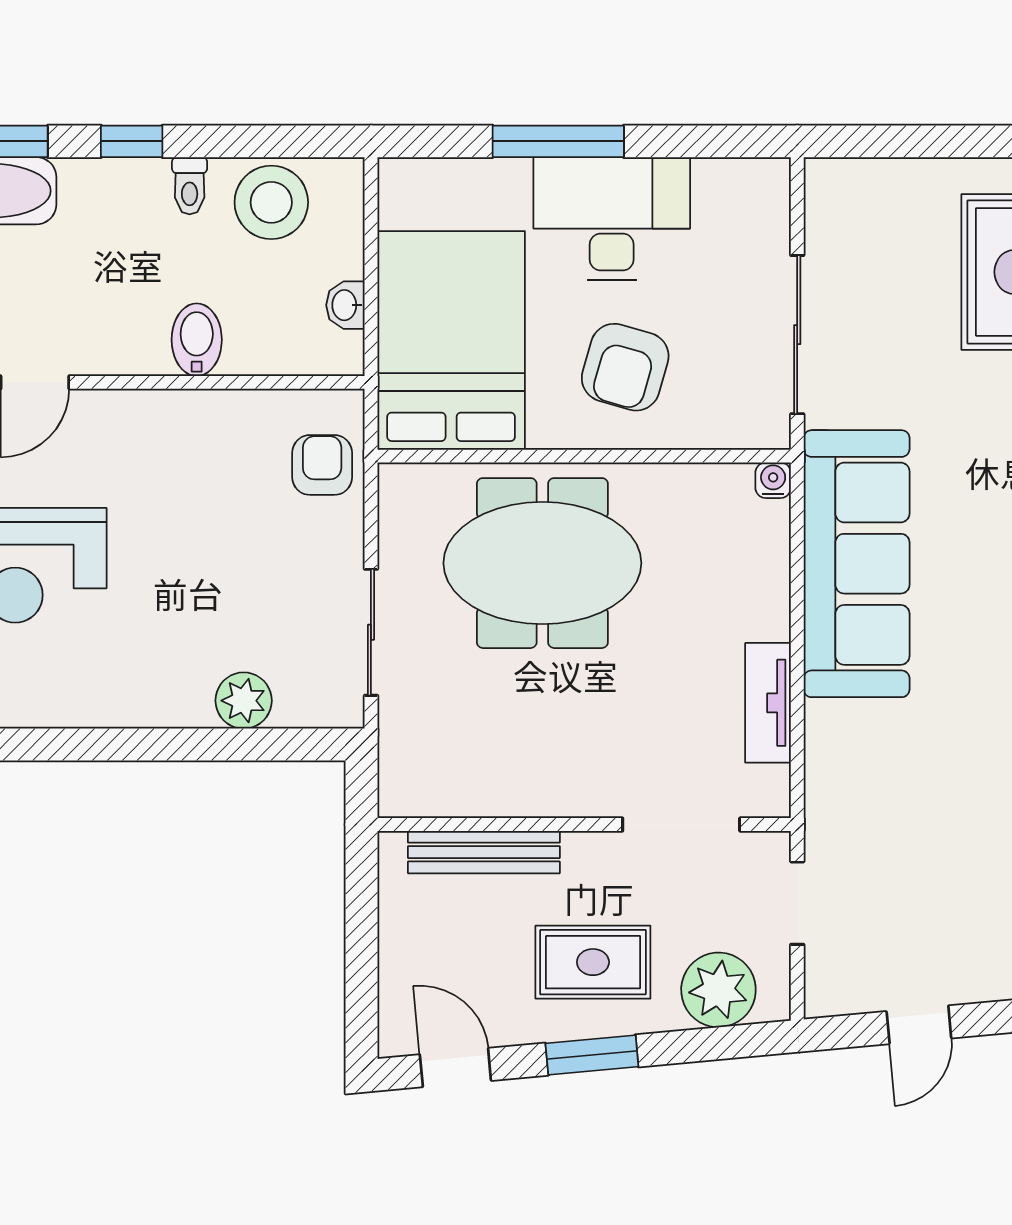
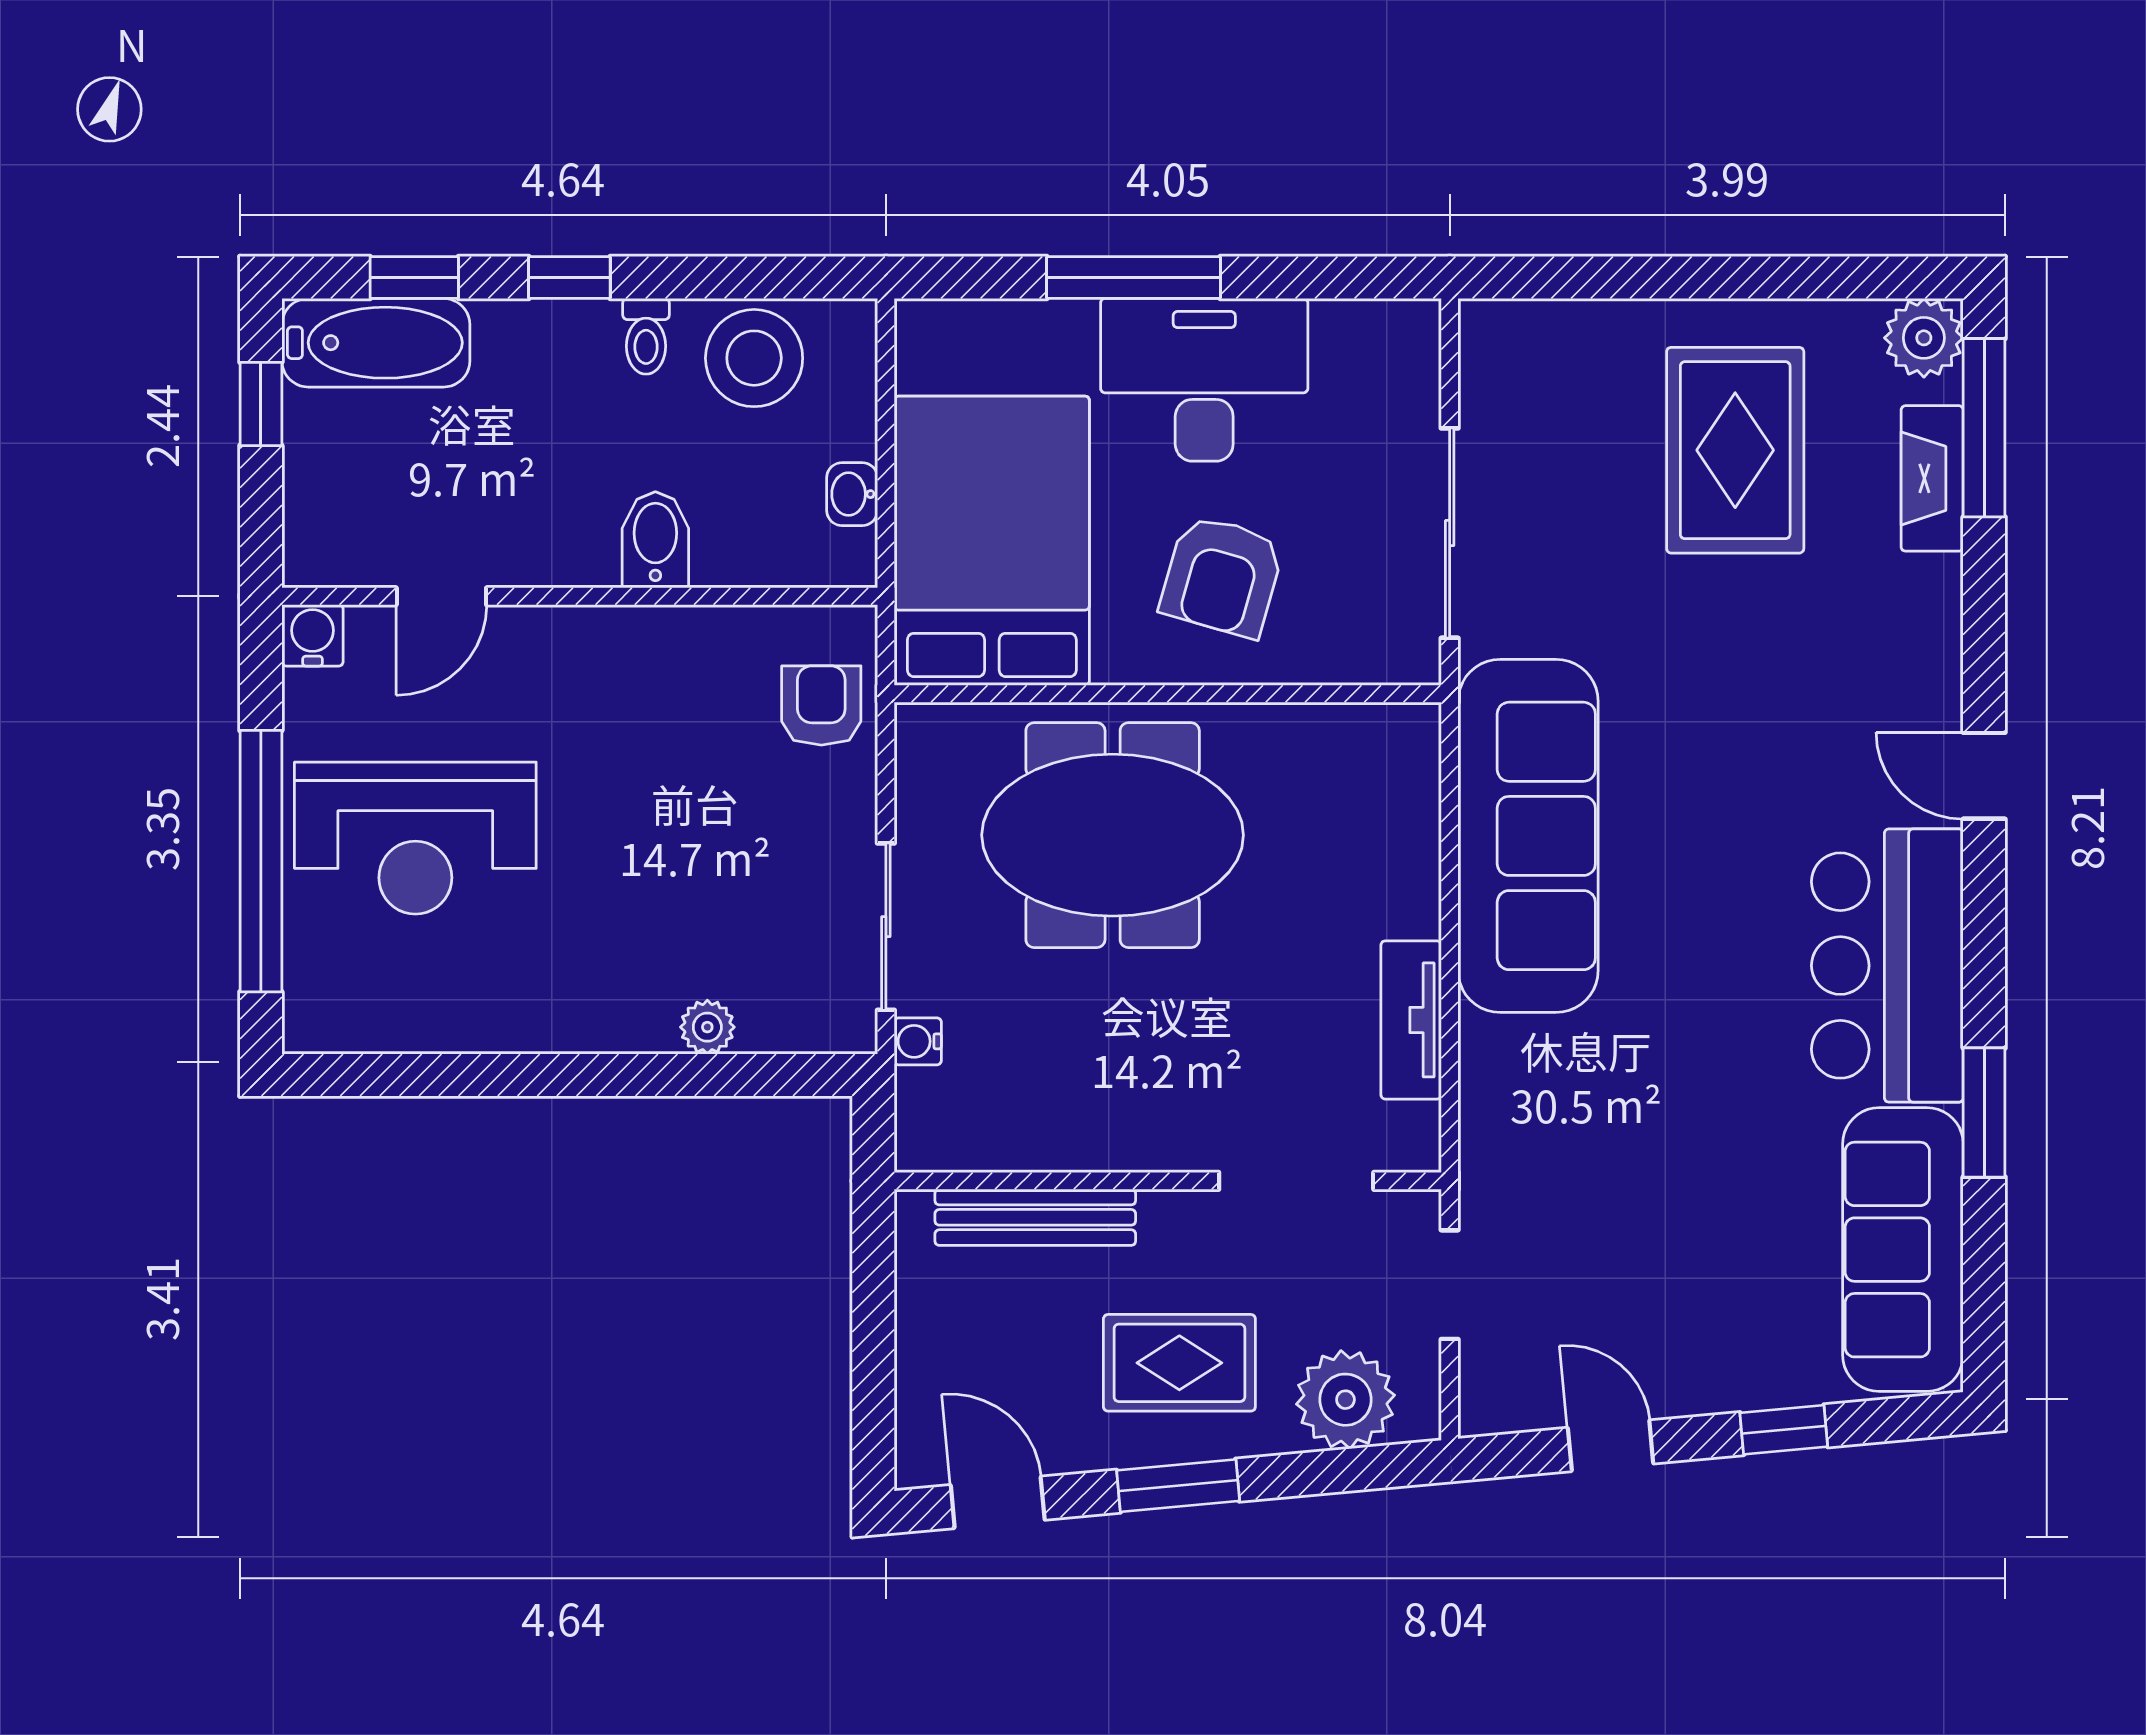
water cooler: (773, 480) -> (918, 1041), moved, turned -90
plant: (244, 701) -> (707, 1027), width x0.73, depth x0.73
door: (919, 1025) -> (1611, 1446), swing flipped

